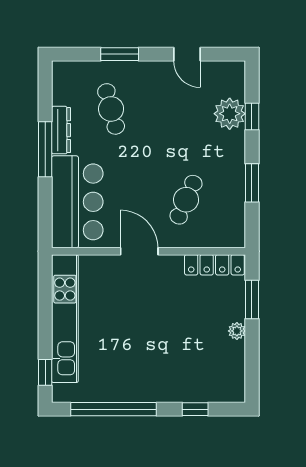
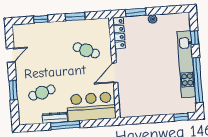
plant: (230, 114) -> (40, 31), removed
kitchen unit: (65, 319) -> (186, 64), moved, turned -90

